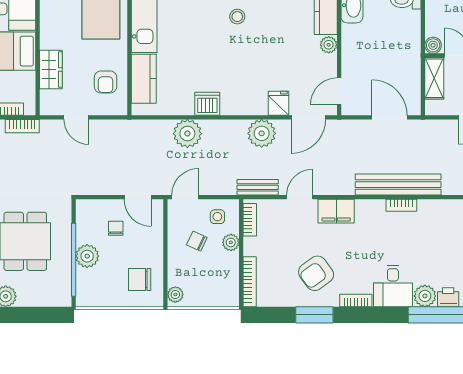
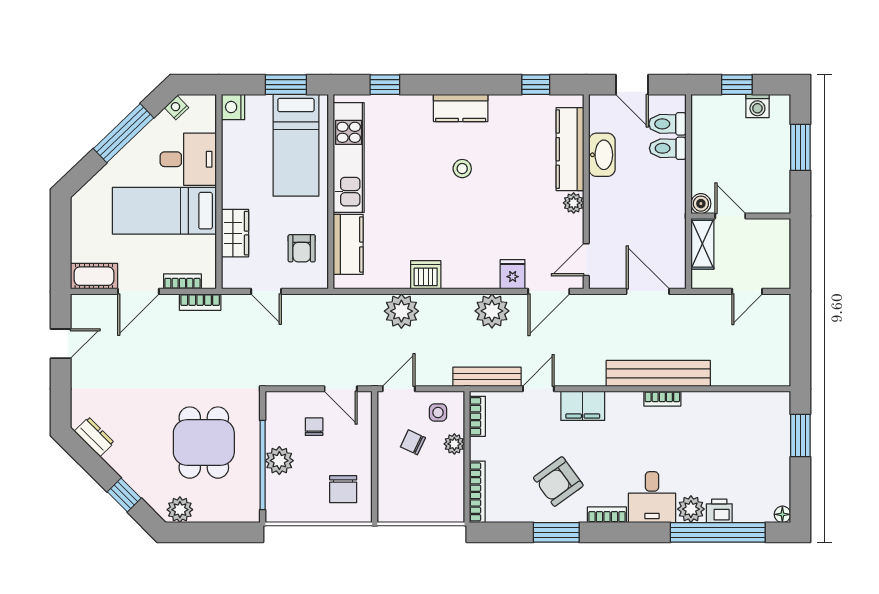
bench: (258, 187) -> (487, 377), width x1.36
chair: (140, 280) -> (343, 489), turned -90
plant: (175, 295) -> (387, 507), removed

